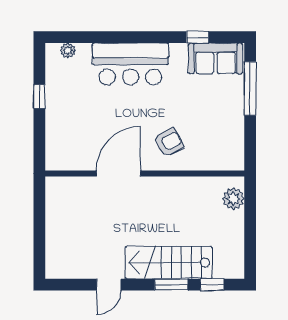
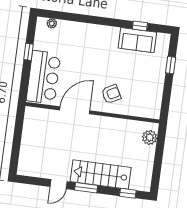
sofa: (216, 58) -> (137, 40), moved
bar counter: (130, 64) -> (43, 77), moved, turned -90
window: (250, 89) -> (171, 65), width x0.46
window: (171, 285) -> (86, 188), moved

